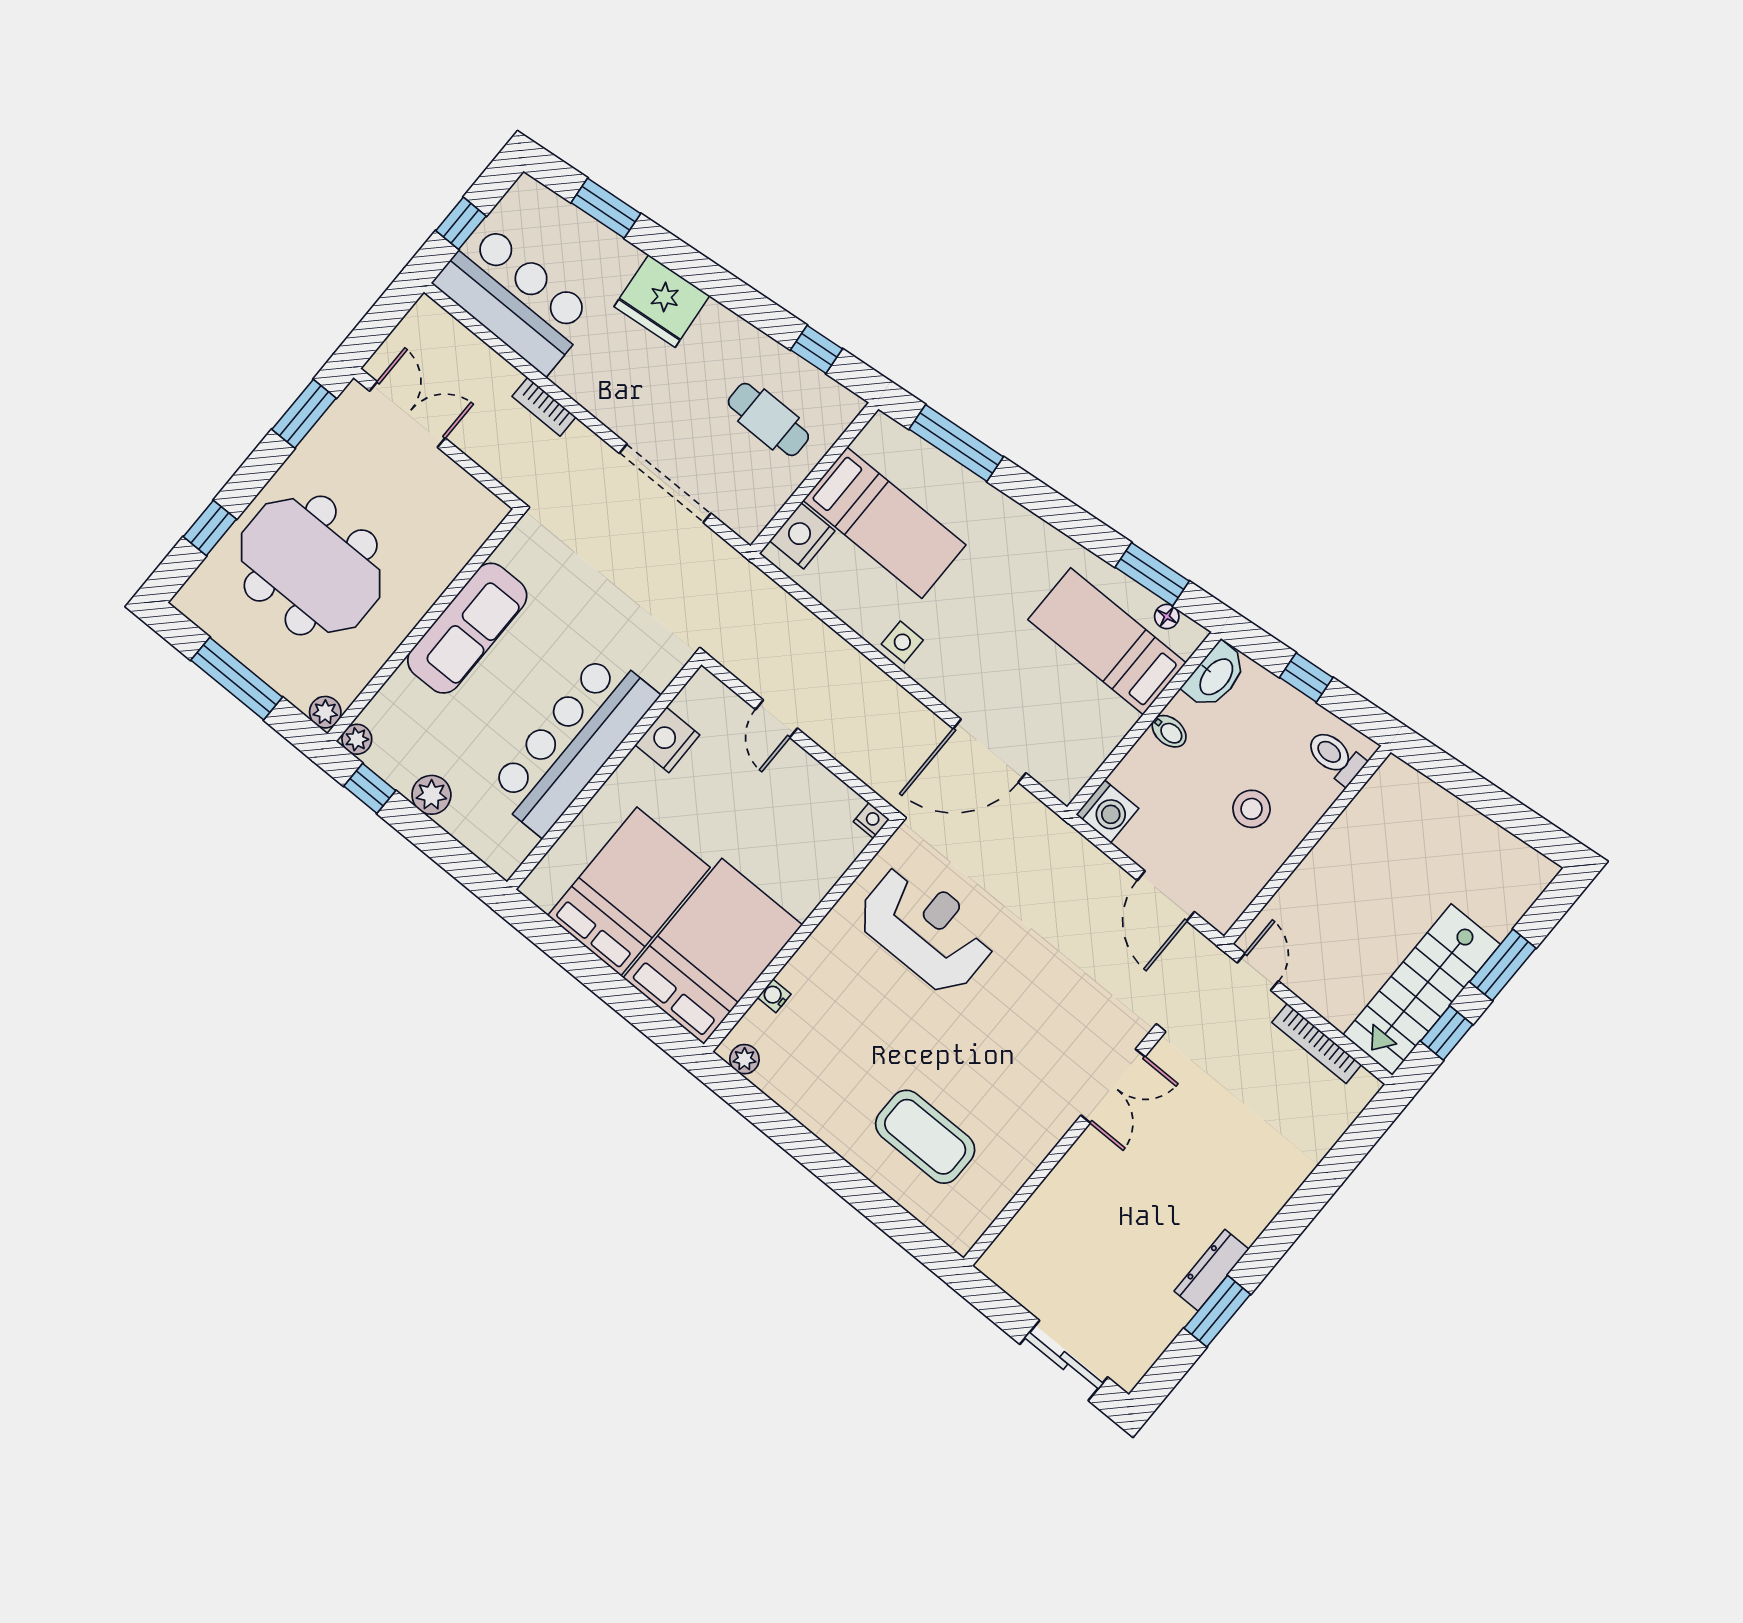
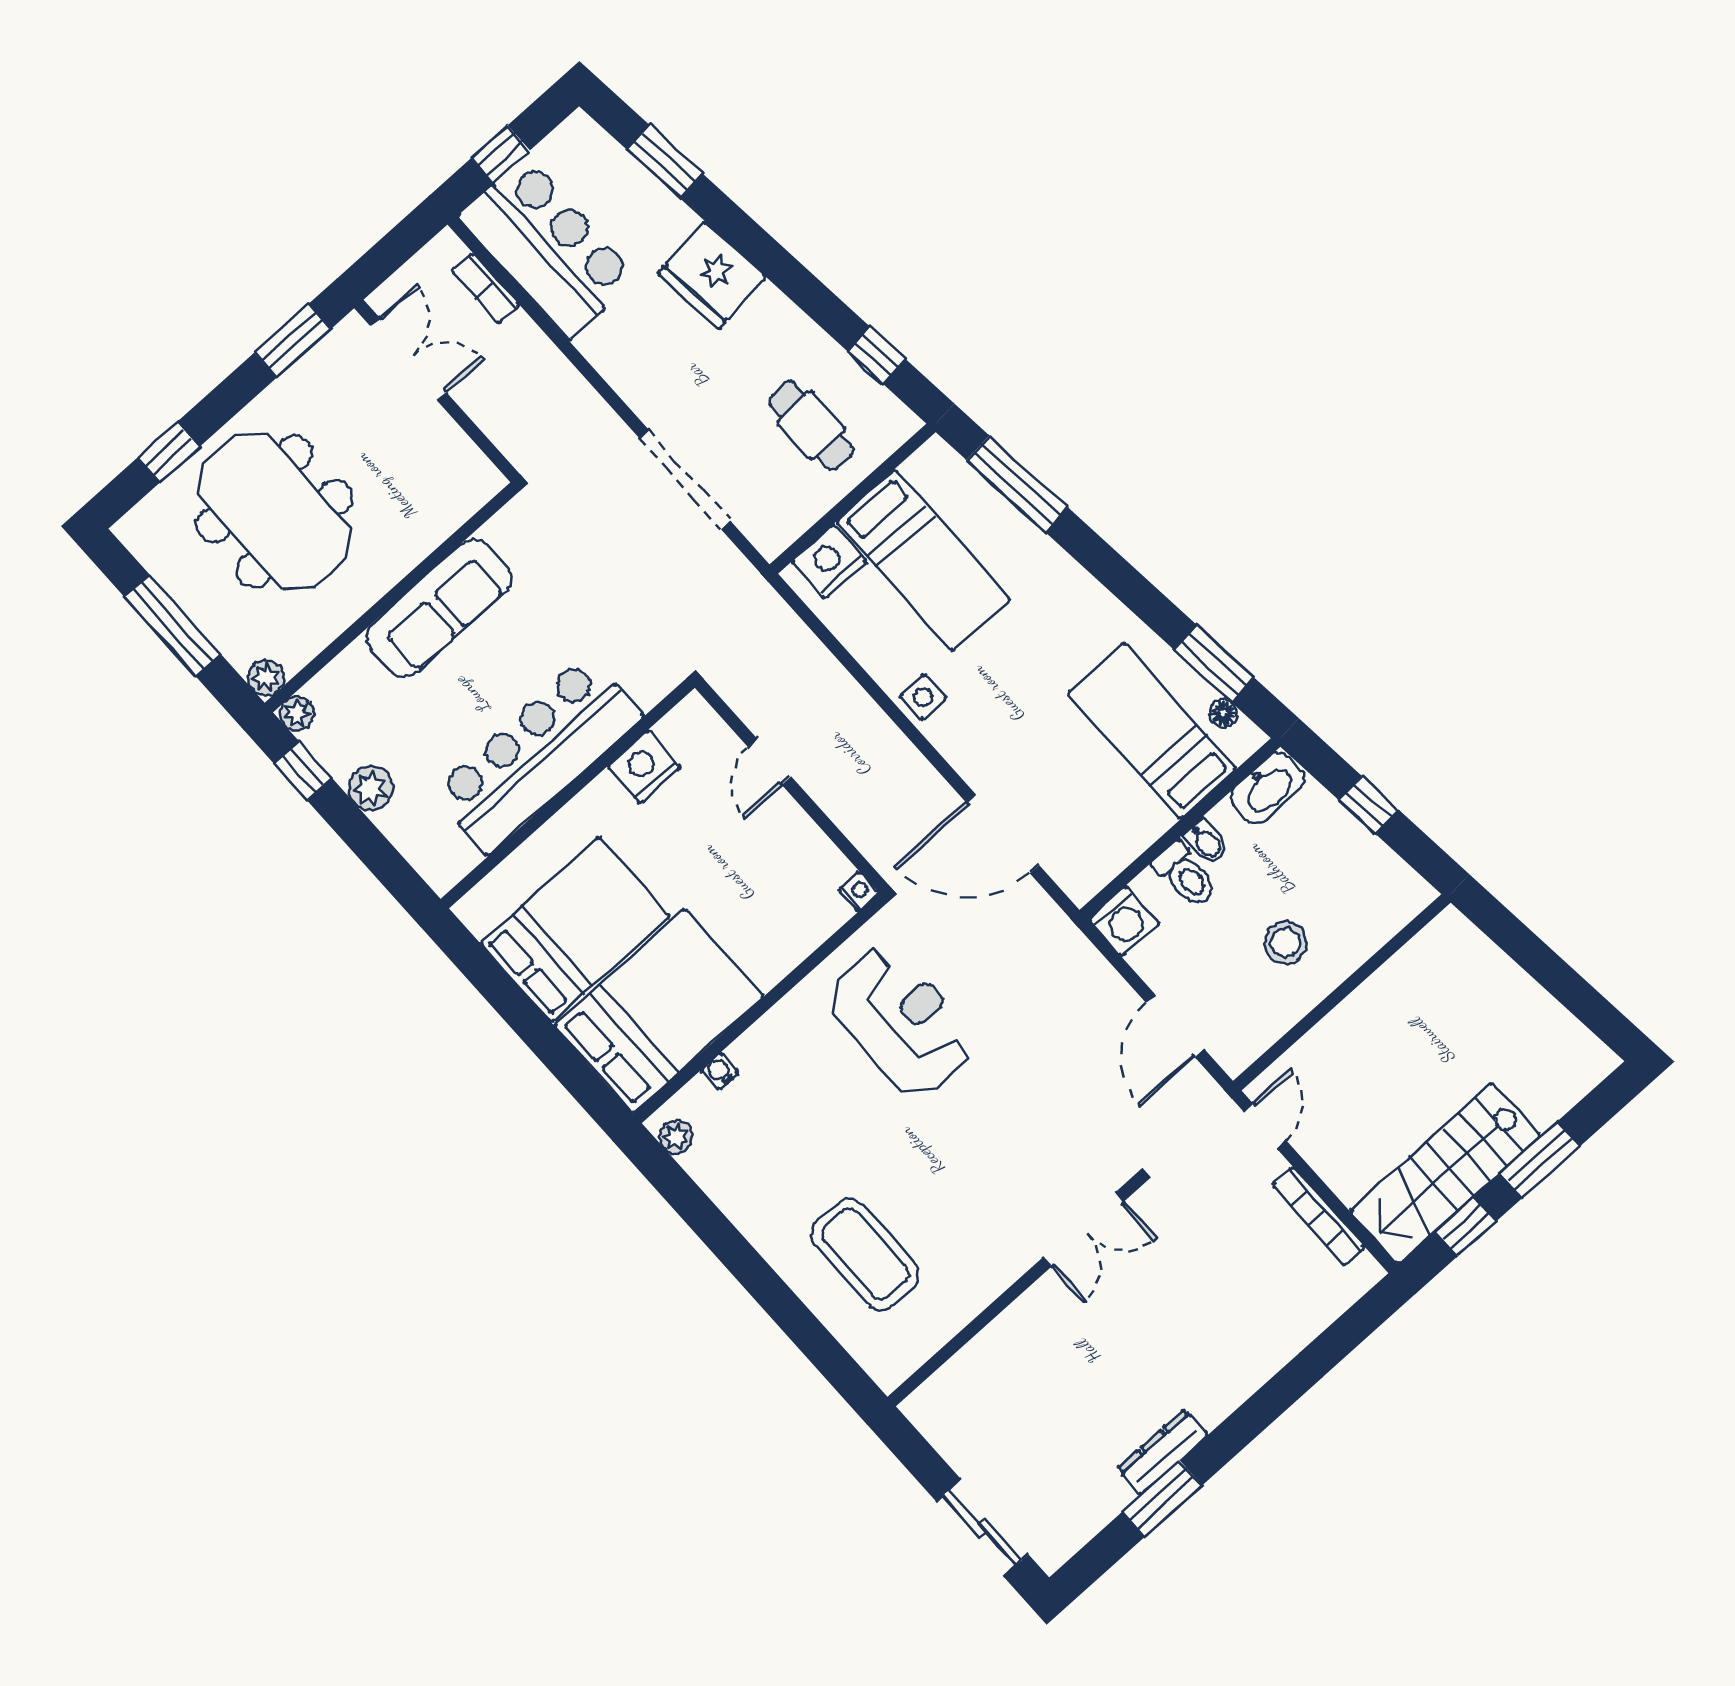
bookcase: (544, 407) -> (486, 288), moved
toilet: (1335, 757) -> (1185, 875), moved, turned 180

